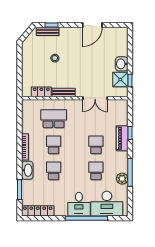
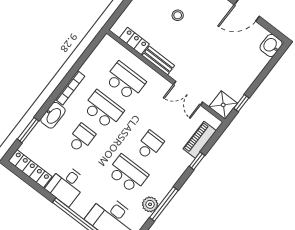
washbasin: (122, 64) -> (271, 45), moved
shower: (120, 79) -> (223, 105), moved
piano: (122, 138) -> (200, 140), moved
school desk: (54, 145) -> (103, 109), width x1.85
school desk: (96, 171) -> (128, 174), width x1.85
desk: (79, 204) -> (66, 185), moved

